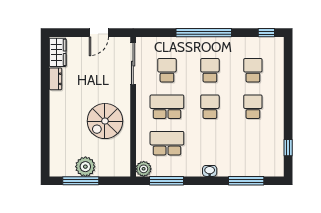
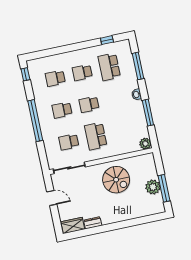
school desk: (167, 143) -> (109, 67), moved
window: (166, 181) -> (148, 113), moved

